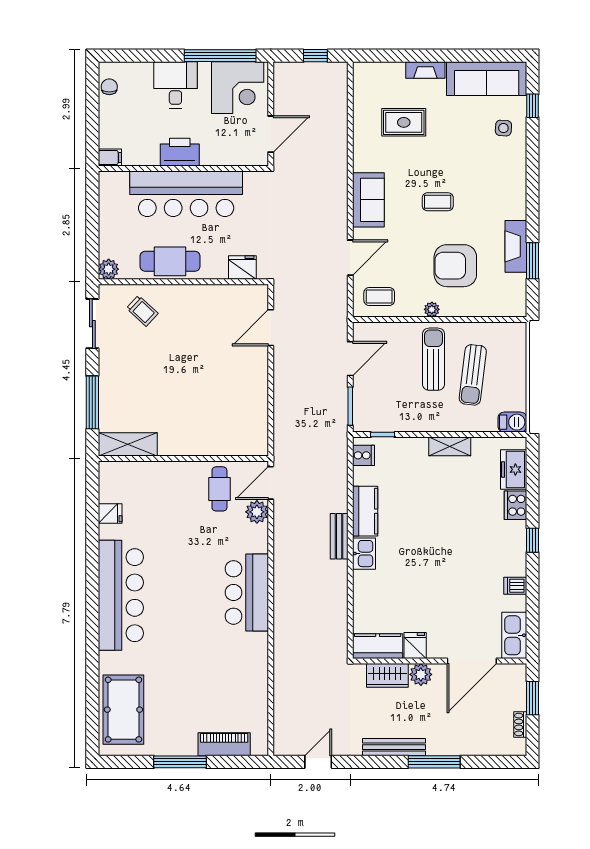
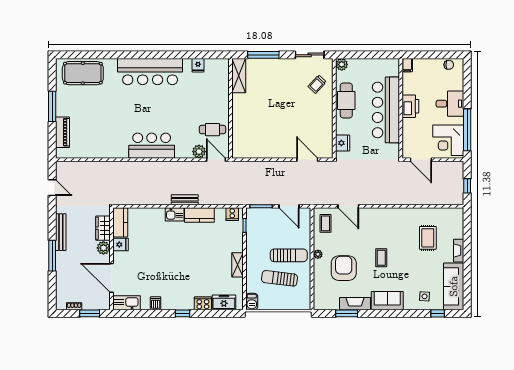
sofa: (368, 200) -> (387, 301), moved, turned 180

